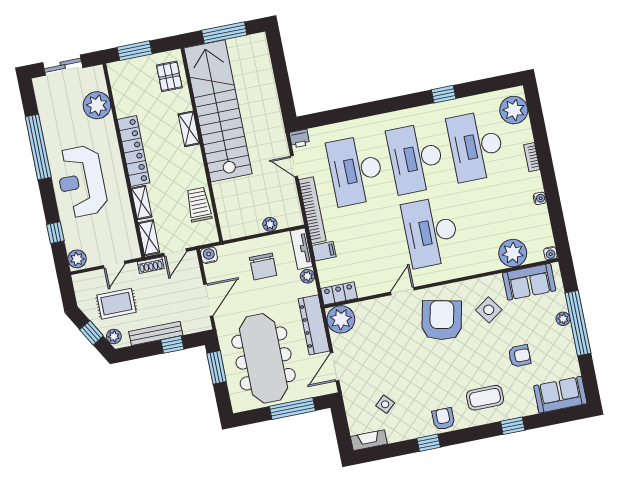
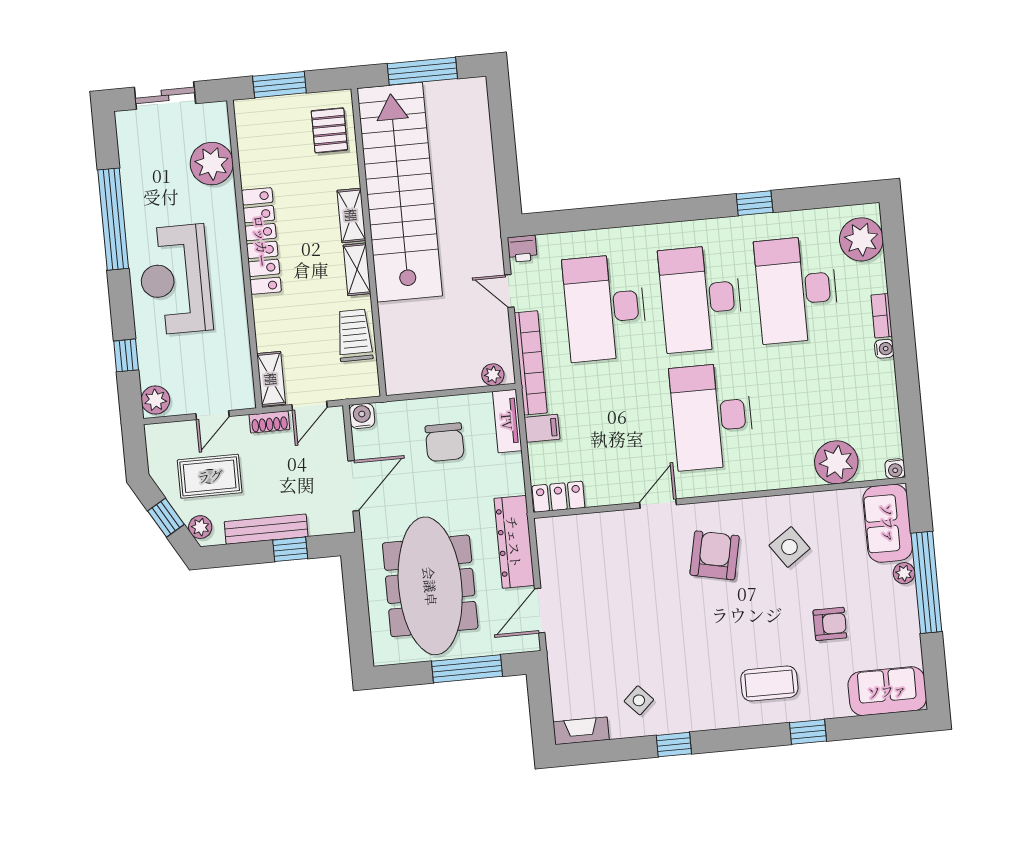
water cooler: (540, 198) -> (884, 349), moved
shelving: (141, 203) -> (357, 269), moved
plant: (270, 224) -> (493, 375), moved
plant: (307, 276) -> (512, 465), removed
sofa: (529, 282) -> (888, 523), moved, turned 90
plant: (341, 319) -> (557, 538), removed
armchair: (442, 320) -> (715, 555), width x0.73, depth x0.73
window: (217, 367) -> (355, 592), removed
side table: (385, 404) -> (639, 700), moved
armchair: (443, 419) -> (701, 710), removed

